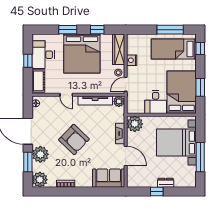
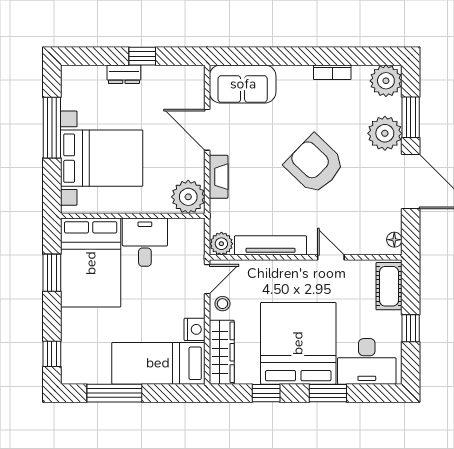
bed: (174, 49) -> (158, 363), moved, turned 180
desk: (43, 55) -> (367, 361), moved, turned 90

